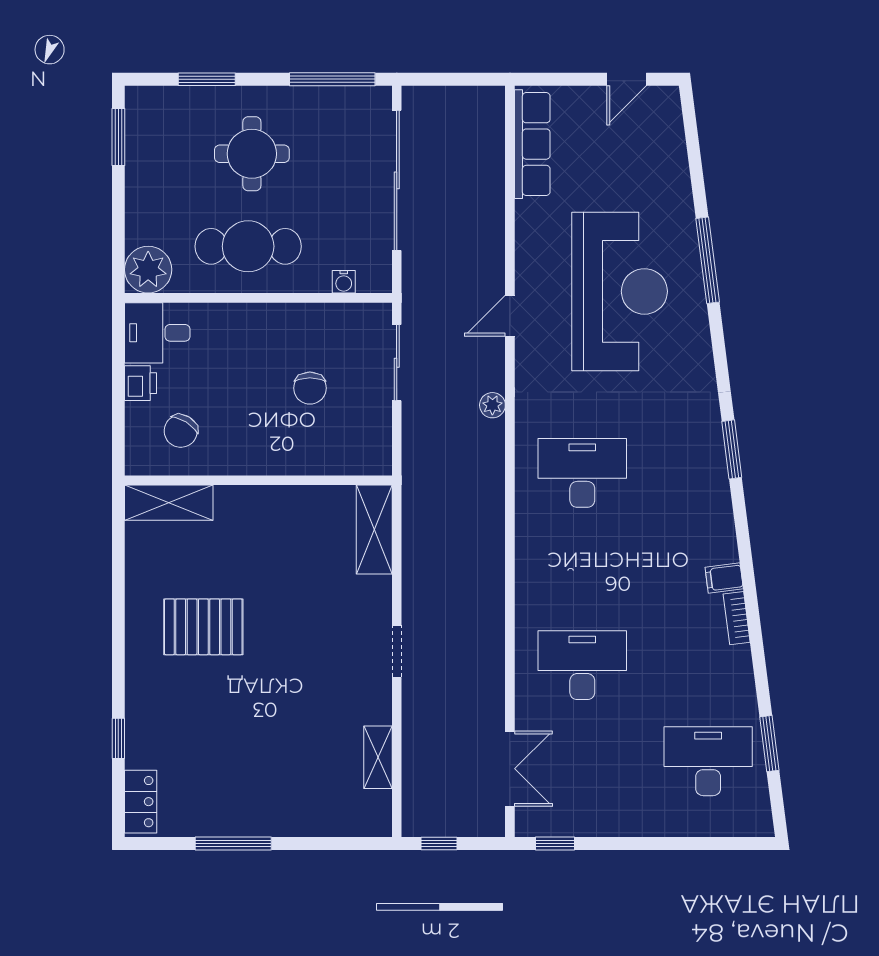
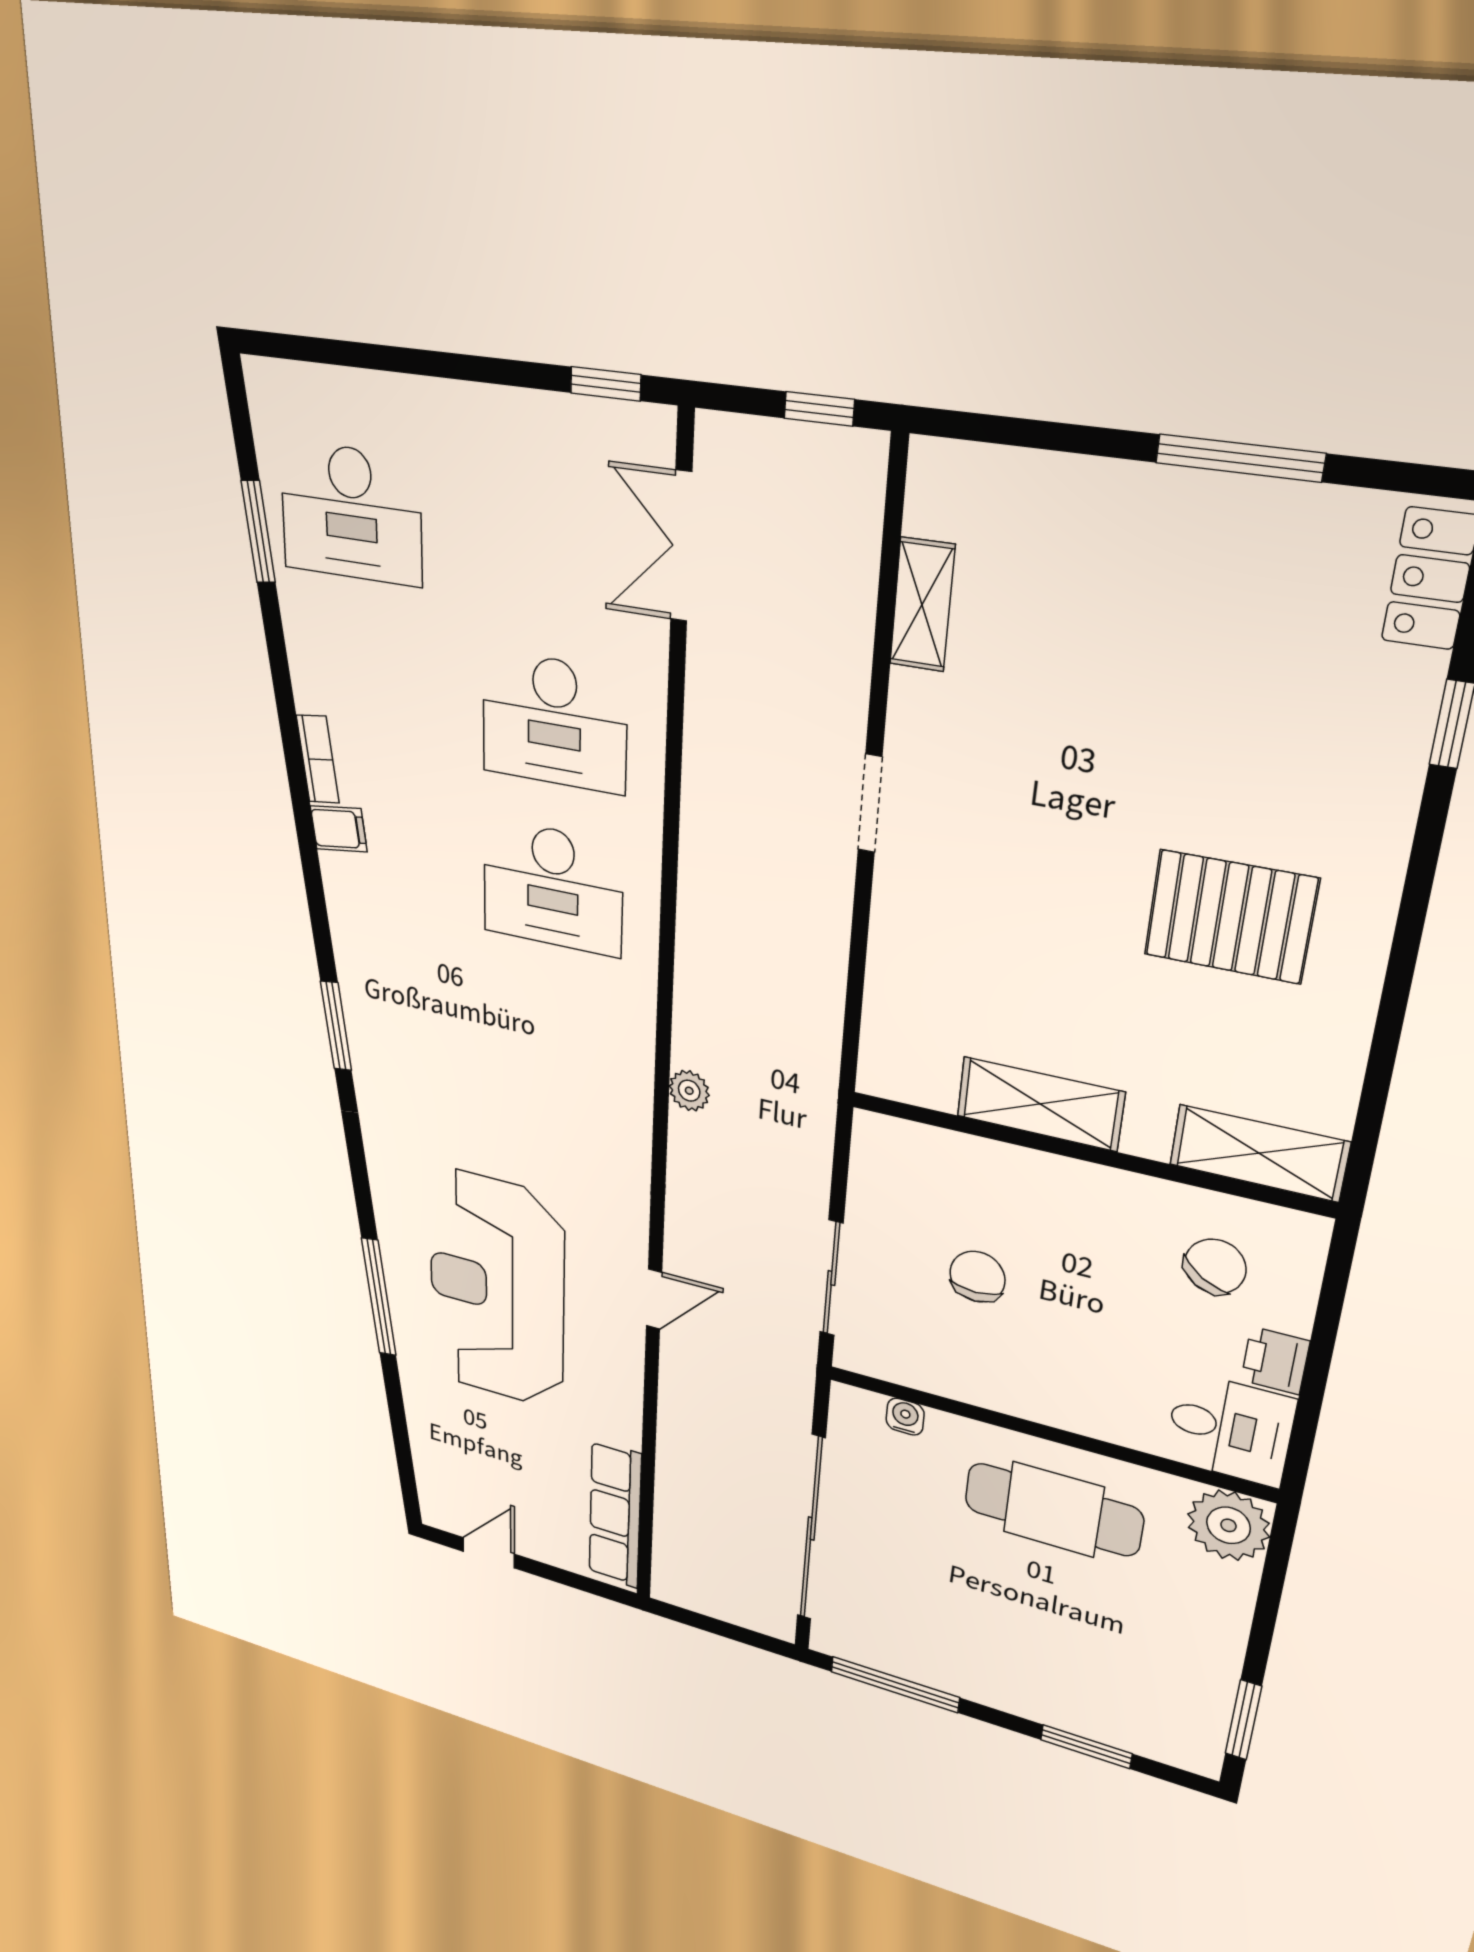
round table: (252, 154) -> (1029, 1631), removed
plant: (492, 405) -> (689, 1091), moved
desk: (582, 473) -> (553, 887), moved
shelving: (374, 530) -> (1040, 1104), moved, turned 90

